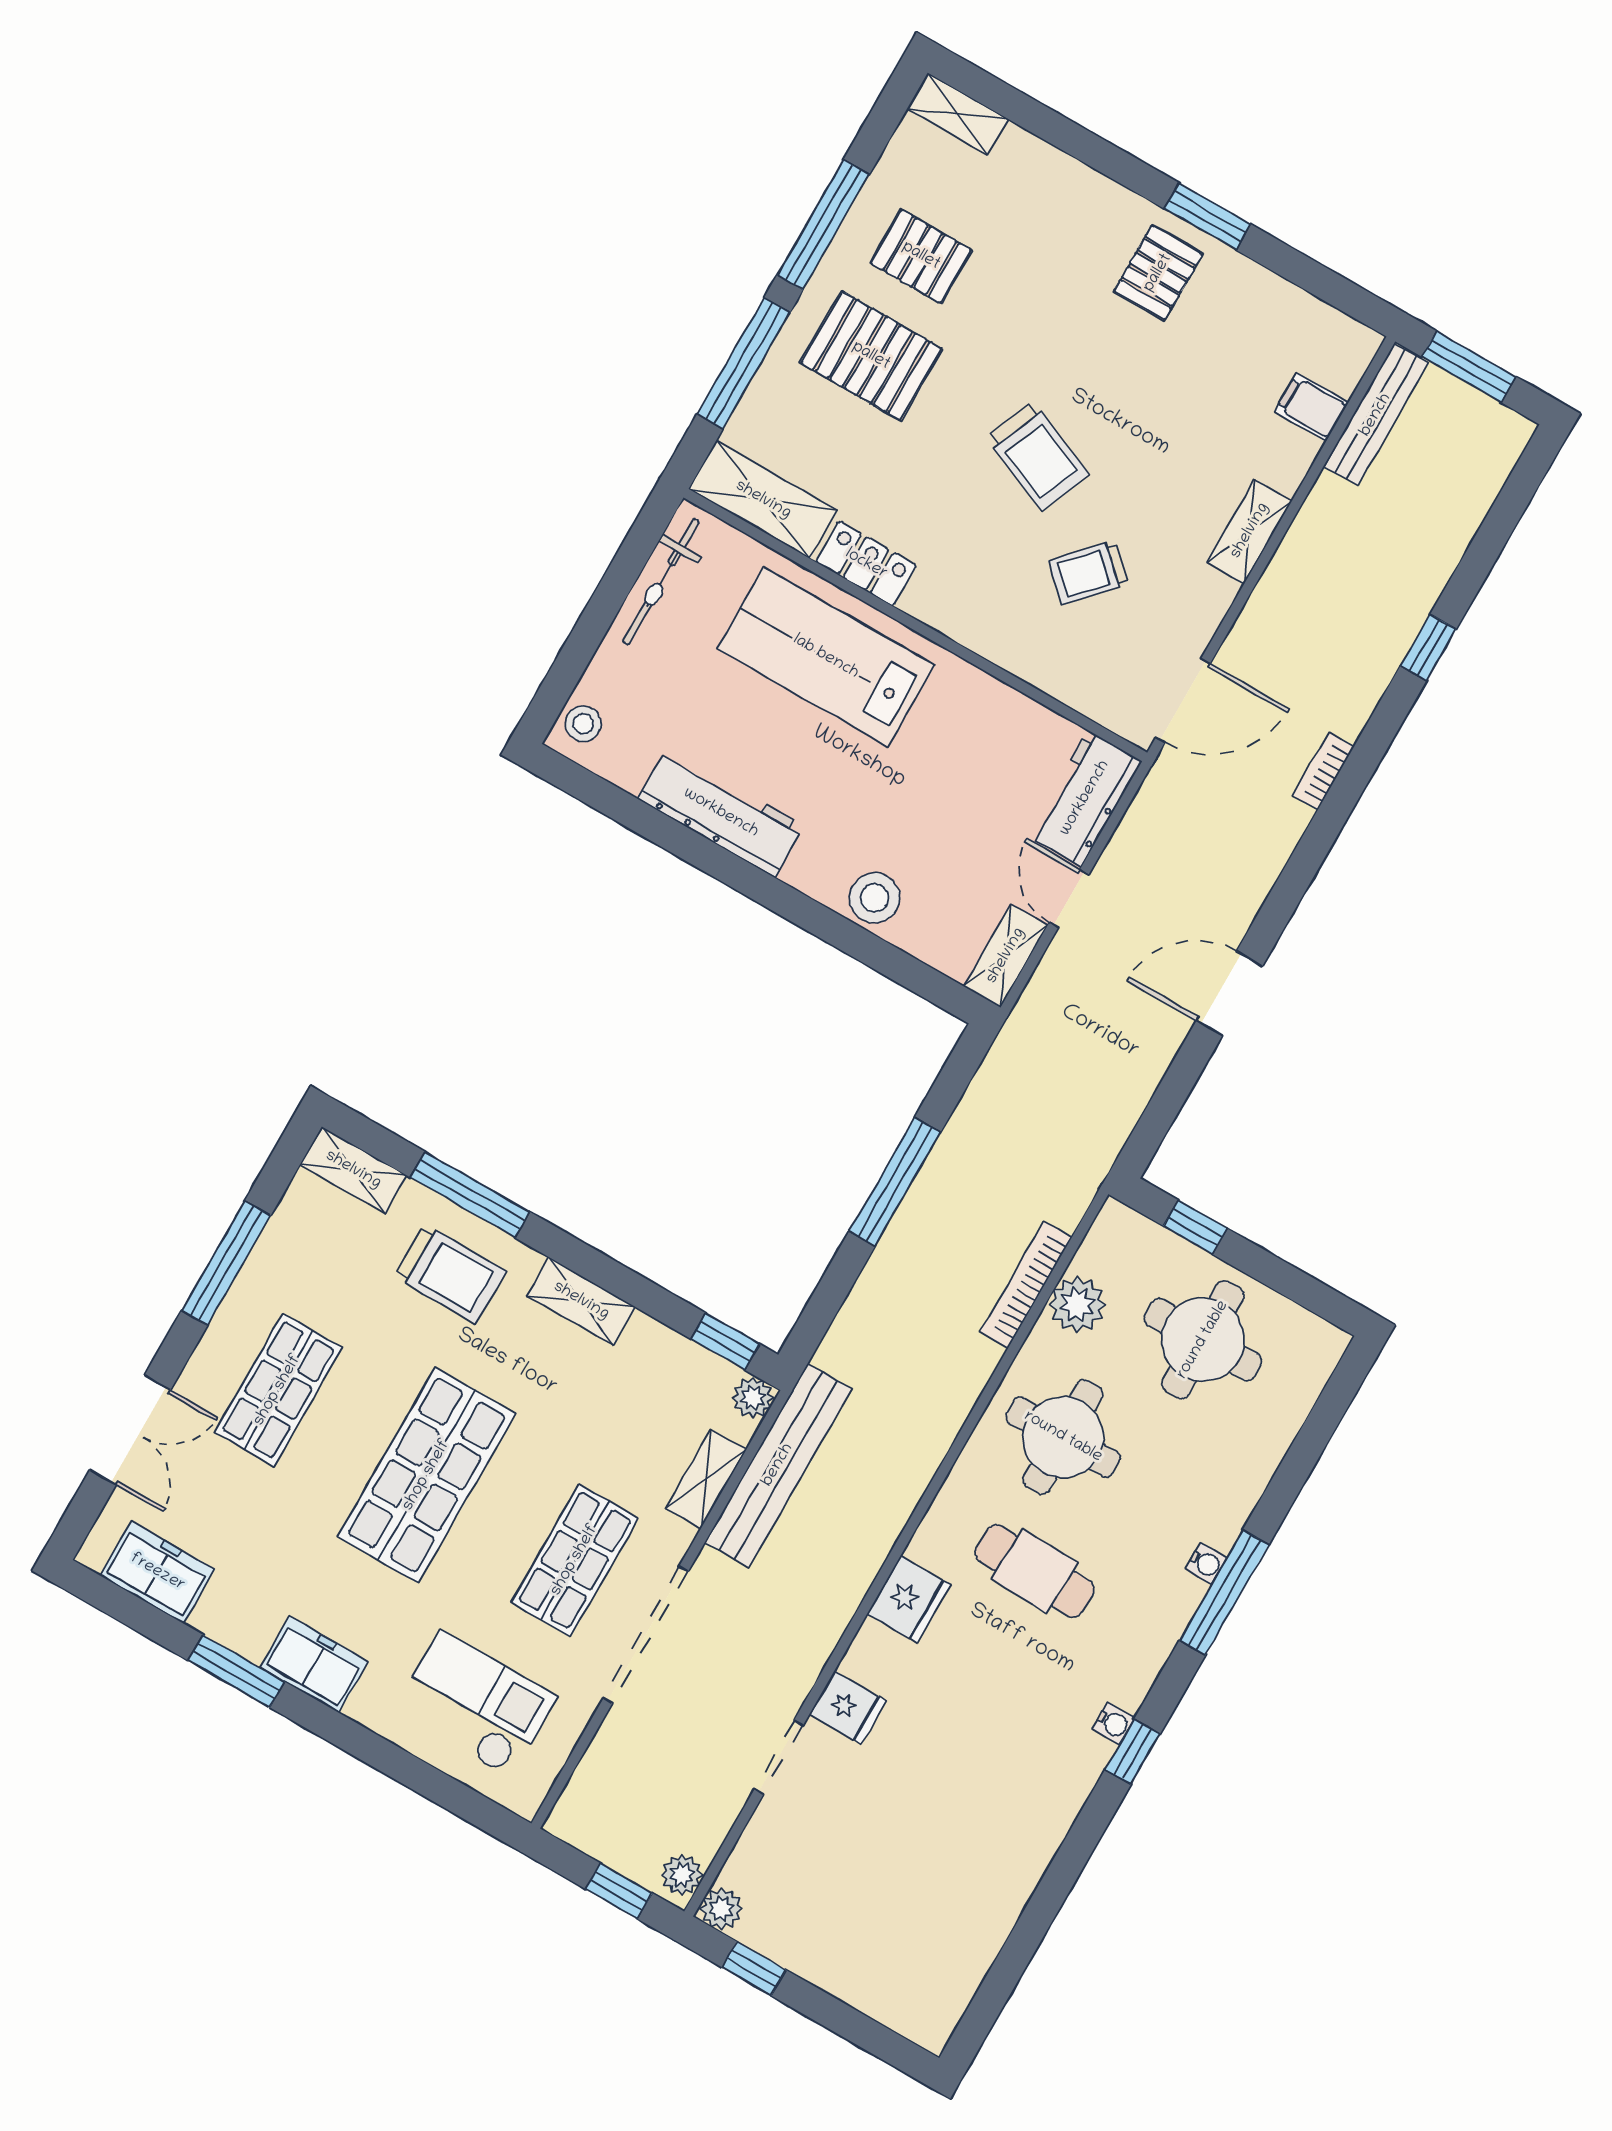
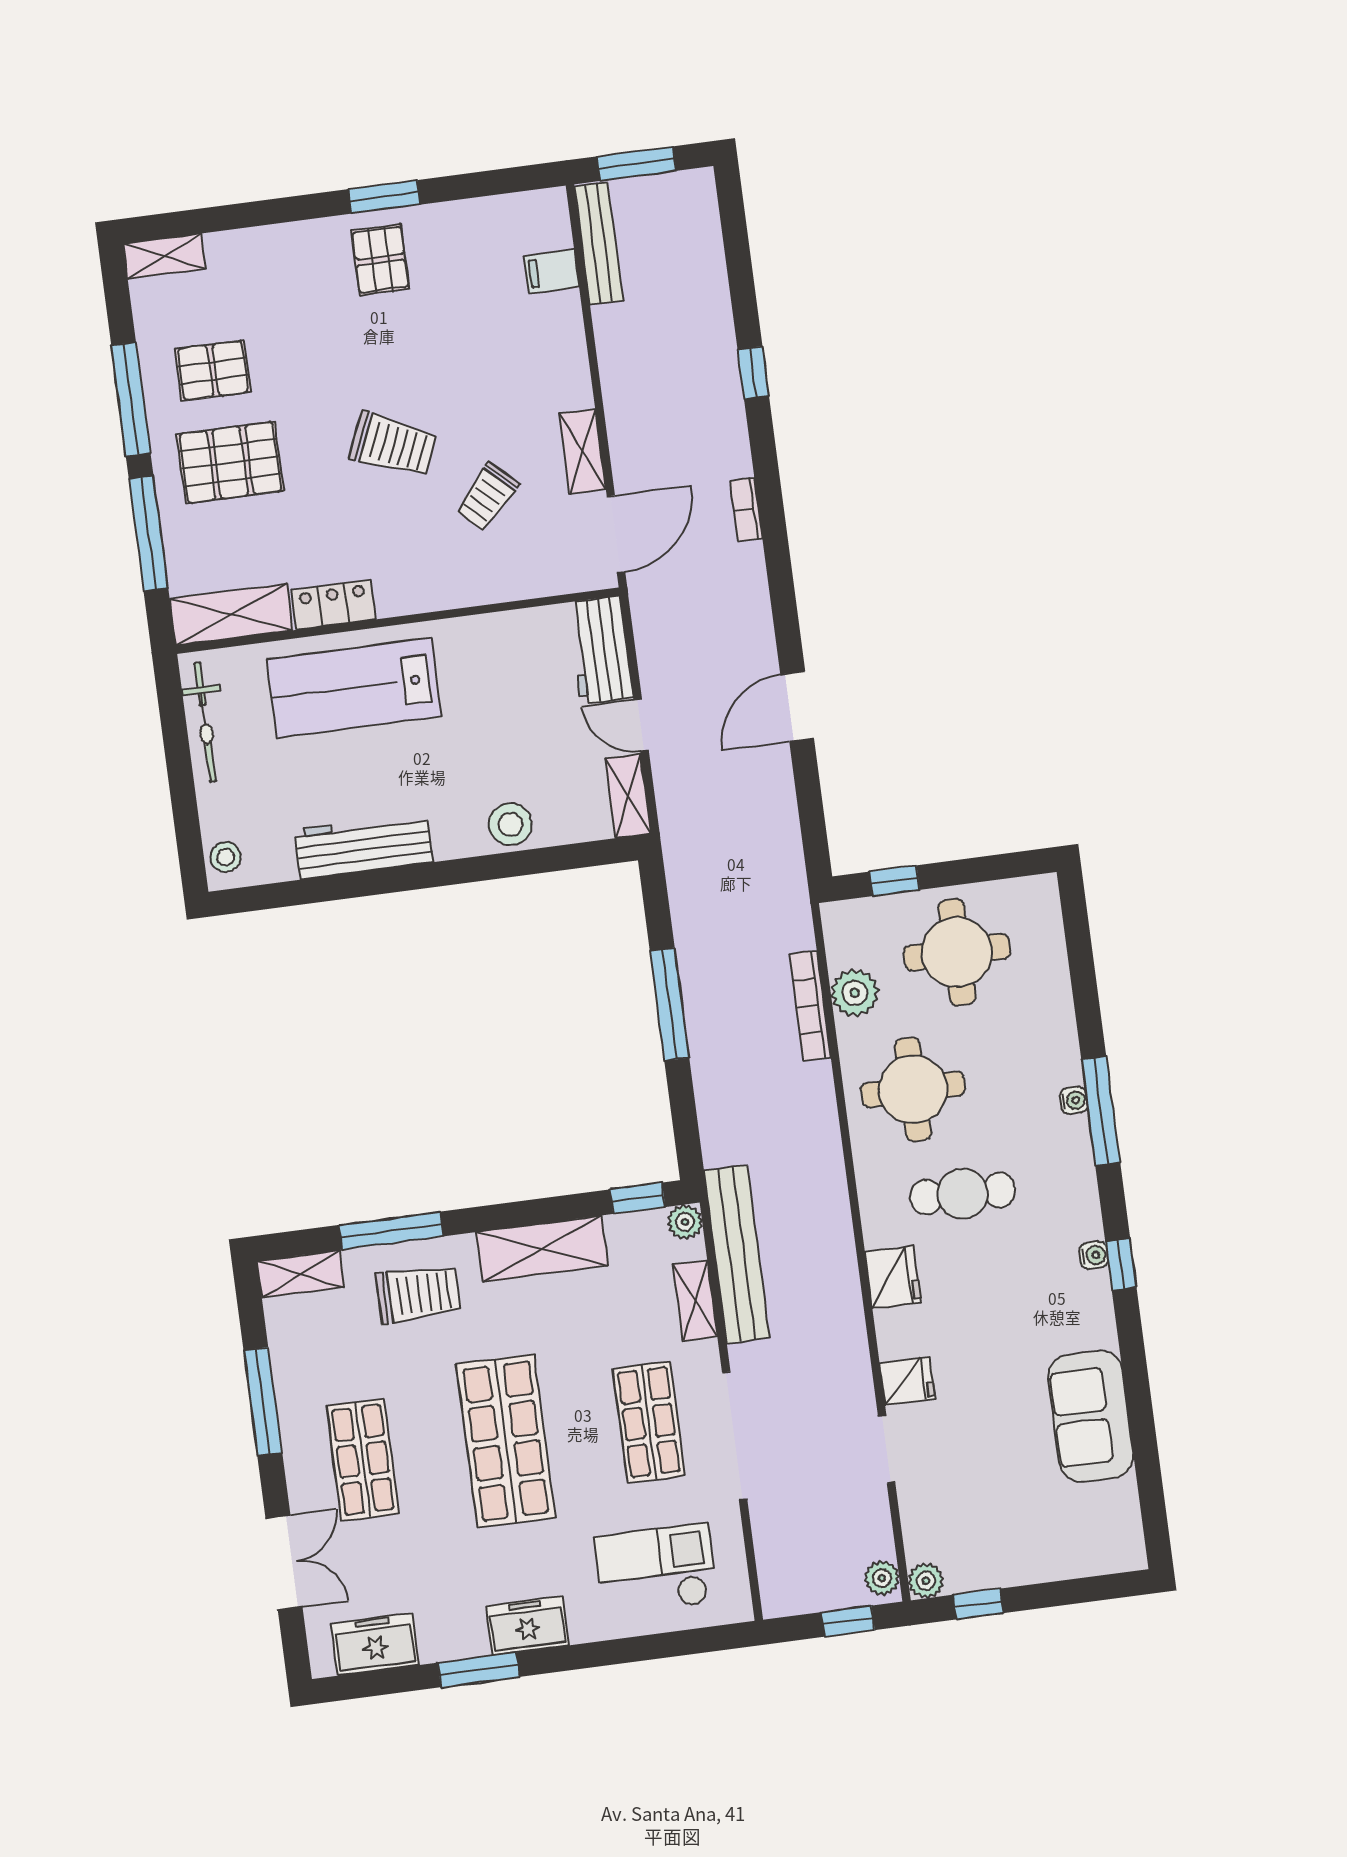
shelving: (1250, 531) -> (582, 451), moved
shelving: (581, 1301) -> (542, 1249), width x1.50, depth x1.33
sofa: (995, 1873) -> (1091, 1416), added

